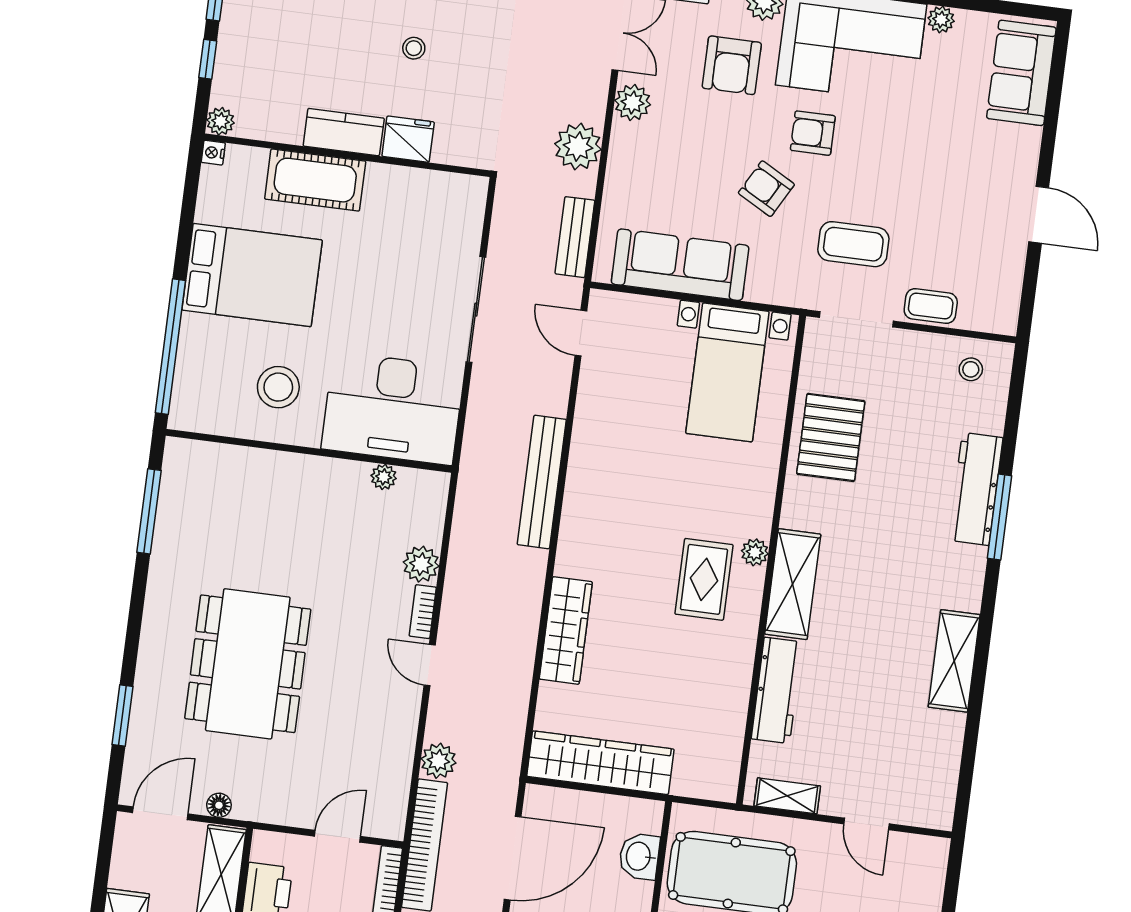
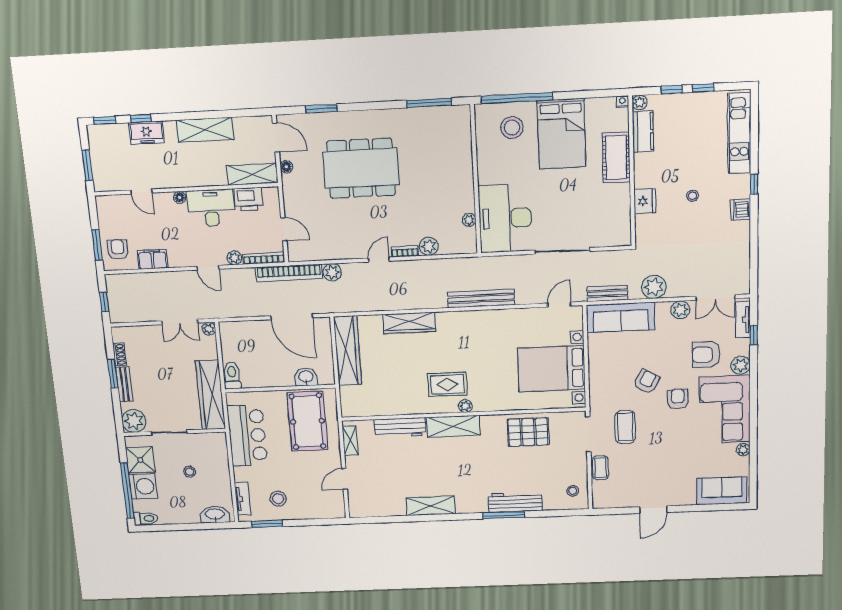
kitchen counter: (344, 132) -> (643, 132), moved
sofa: (680, 265) -> (621, 317), moved, turned 90
bed with nightstands: (727, 372) -> (551, 369), width x1.36
stool: (278, 387) -> (512, 128), moved

